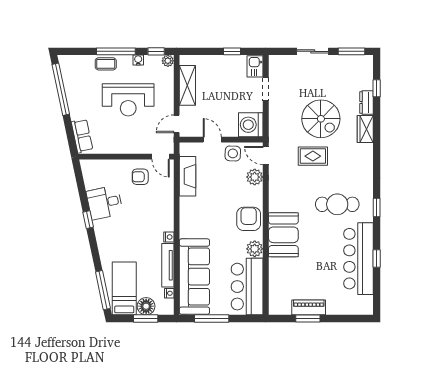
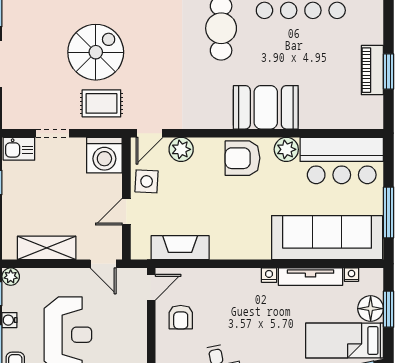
rug: (313, 156) -> (101, 103), moved, turned 90

